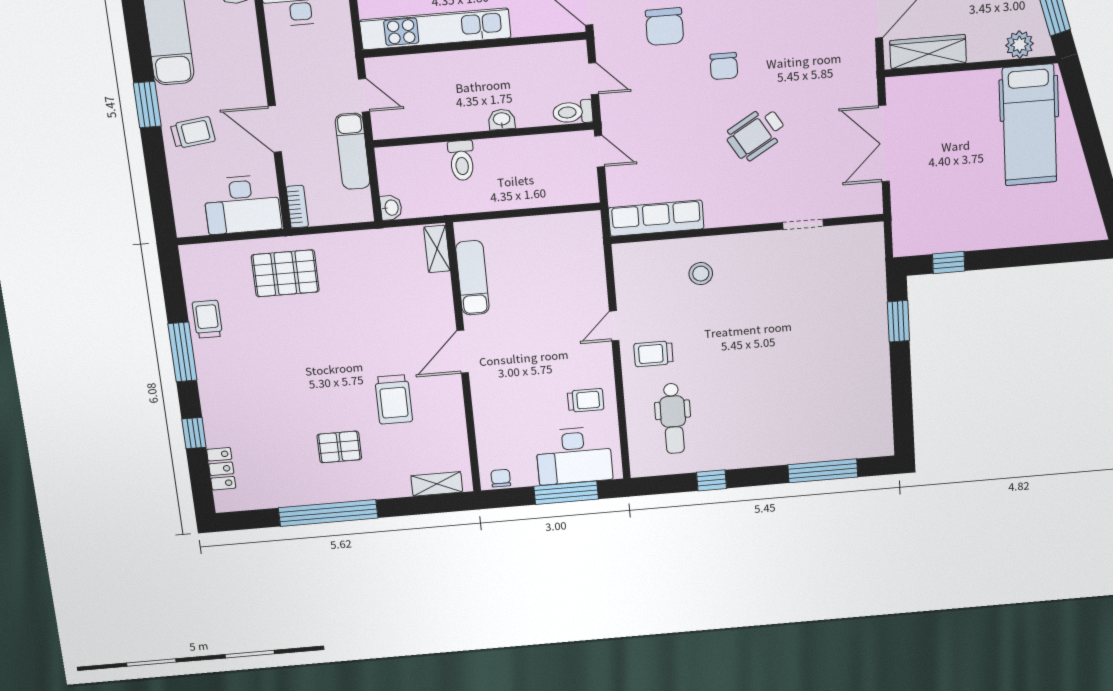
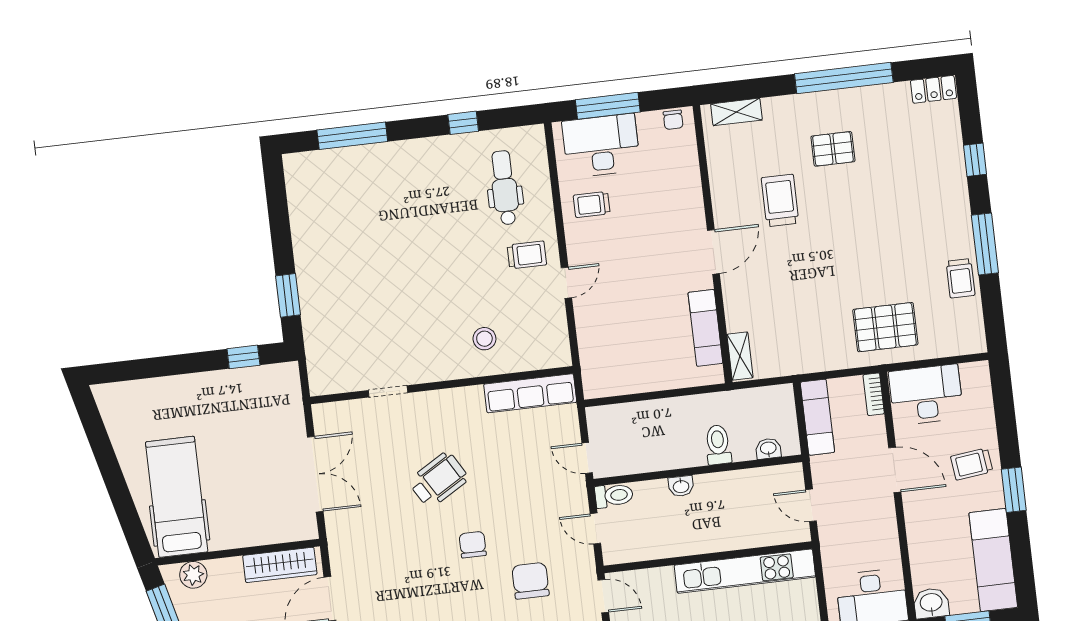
exam couch: (353, 151) -> (817, 417), moved
washbasin: (391, 208) -> (768, 449), moved, turned 90
locker: (221, 469) -> (933, 89), moved, turned -90

